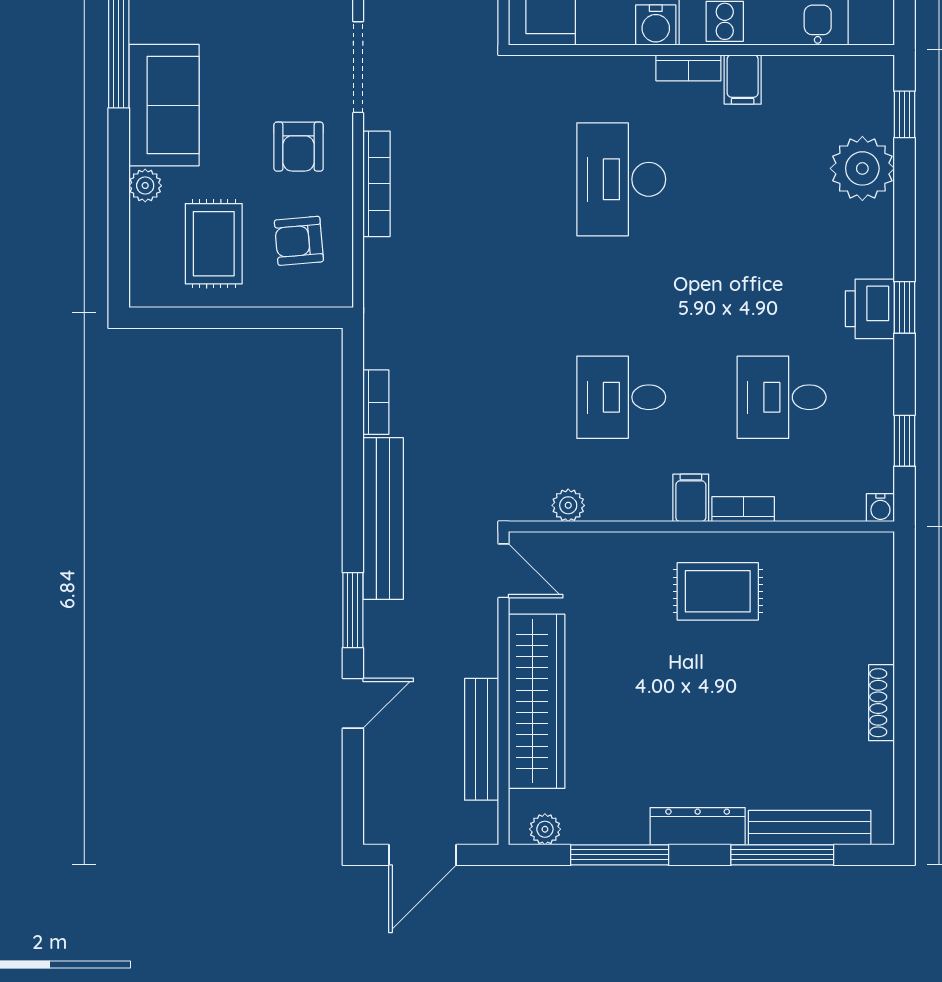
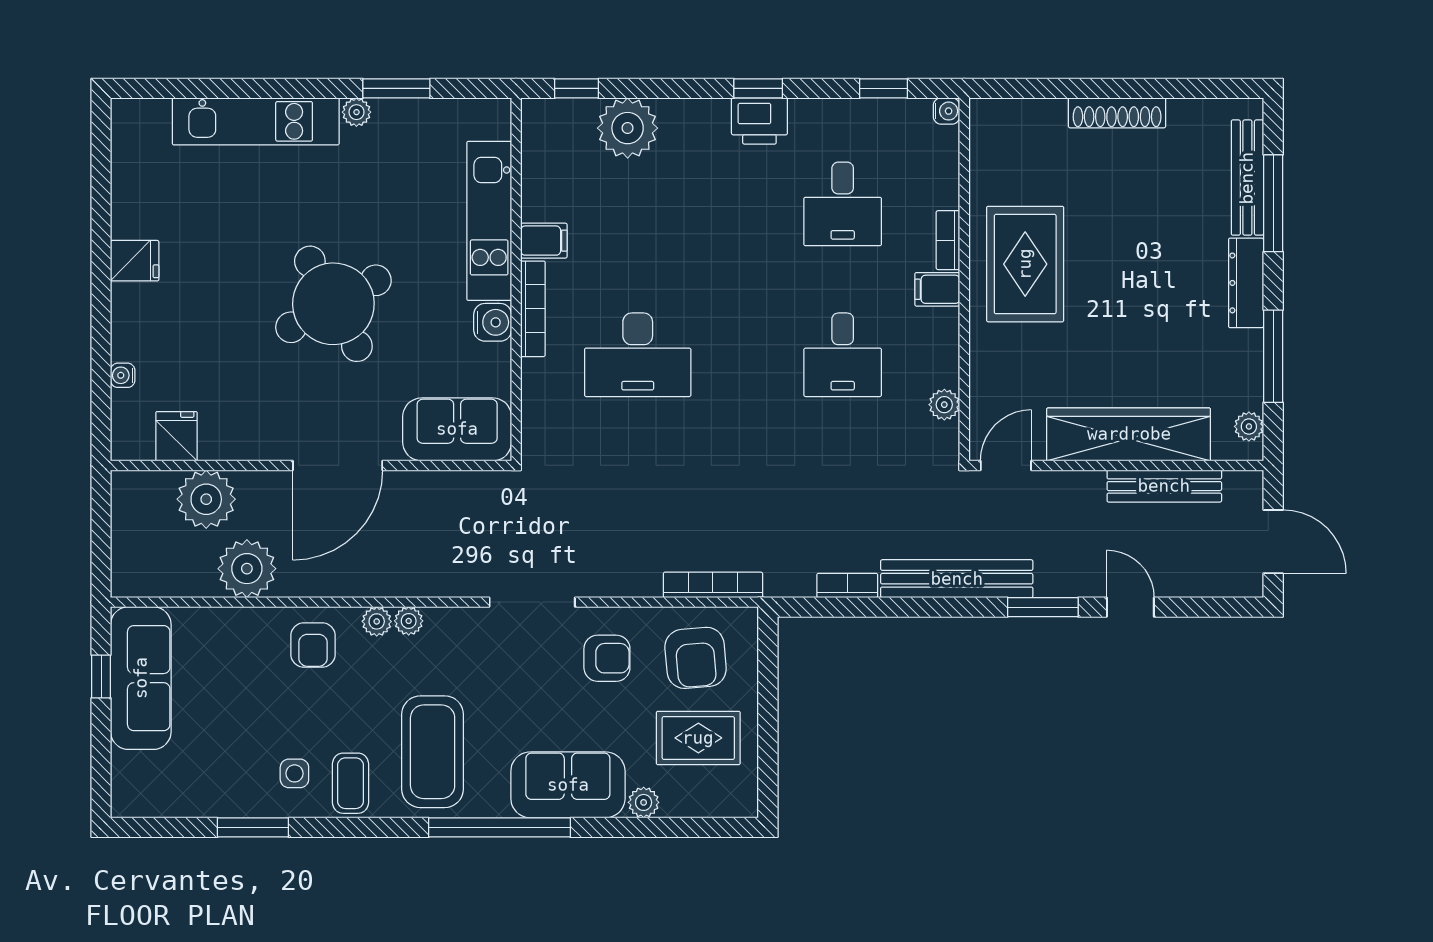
bookcase: (688, 68) -> (533, 309), width x1.56
bookcase: (377, 184) -> (713, 585), moved
armchair: (299, 241) -> (696, 658), width x1.38, depth x1.38
rug: (718, 591) -> (1025, 264), width x1.36, depth x1.43
shoe rack: (882, 703) -> (1117, 113), width x1.36, depth x1.24

